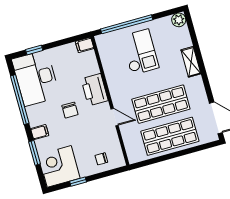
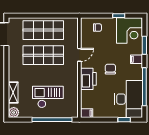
checkout: (140, 52) -> (48, 97), turned 90
shelving: (191, 62) -> (13, 92), moved
door: (115, 117) -> (79, 55), swing flipped

